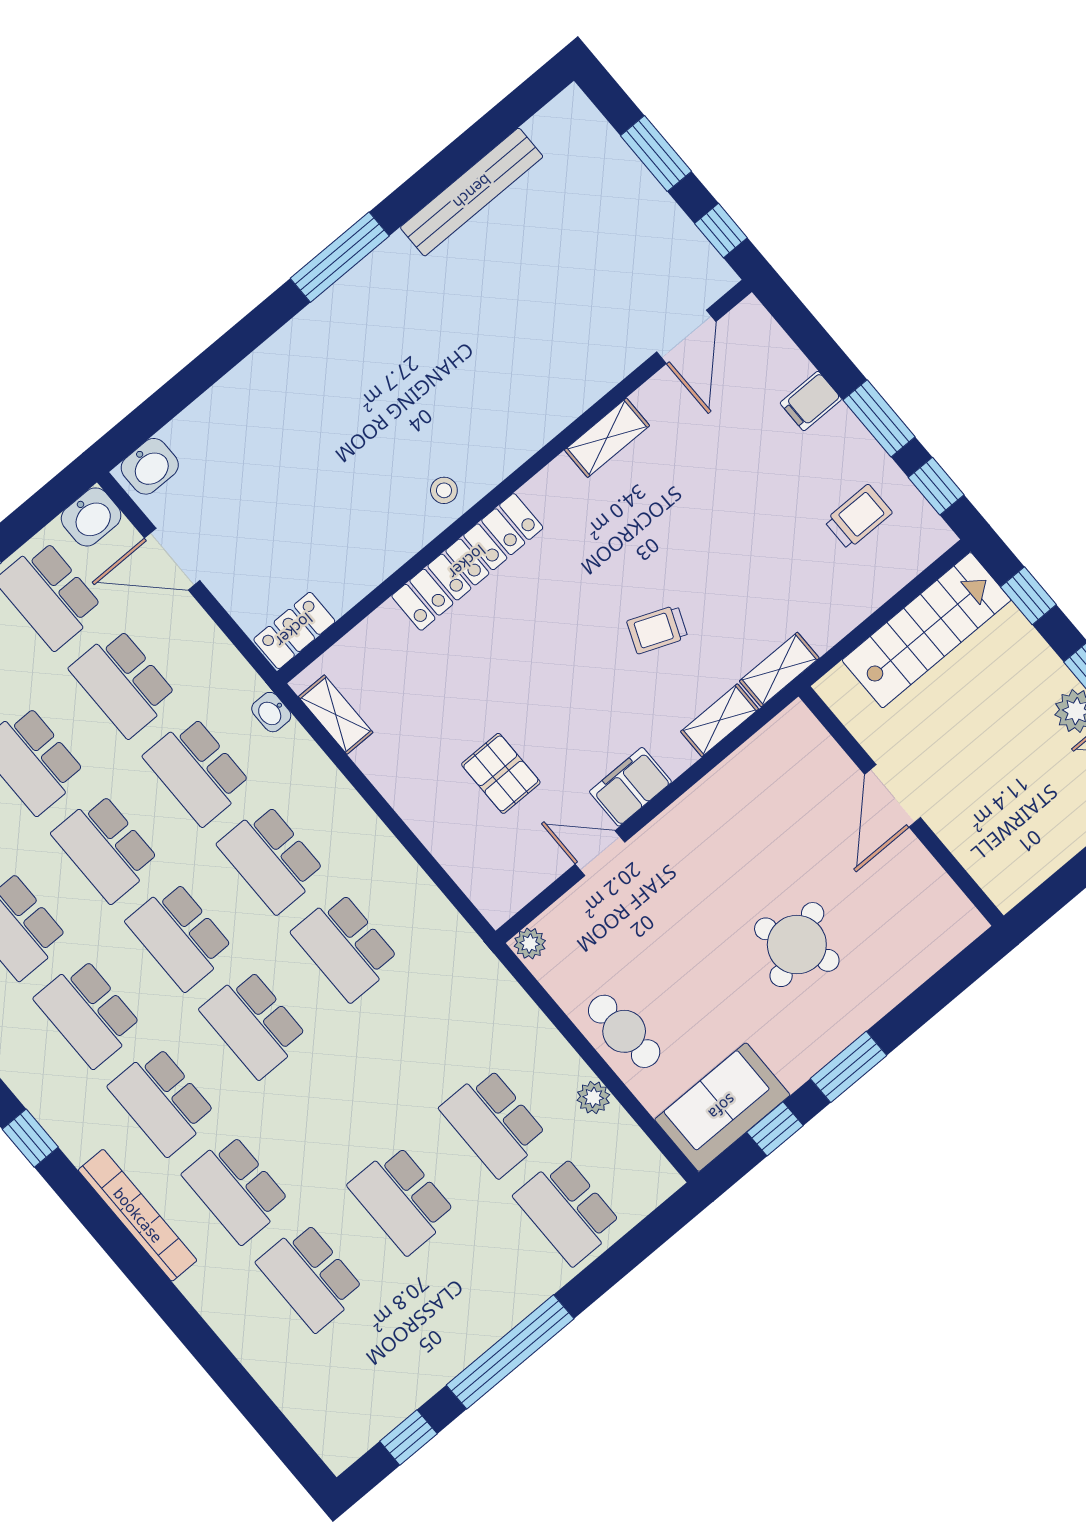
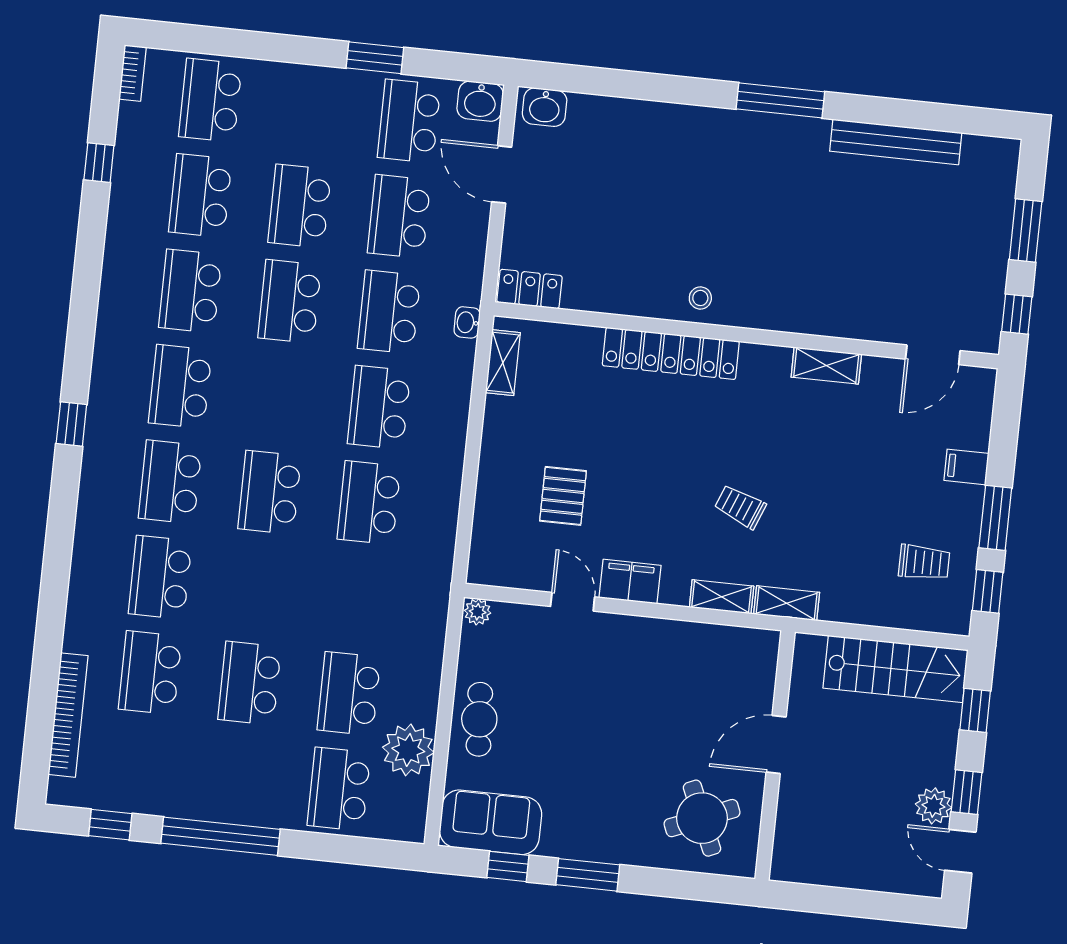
school desk: (180, 936) -> (280, 397), removed
round table: (797, 945) -> (702, 818), moved
plant: (593, 1098) -> (408, 750), width x1.88, depth x1.88
bookcase: (138, 1215) -> (68, 715), moved

